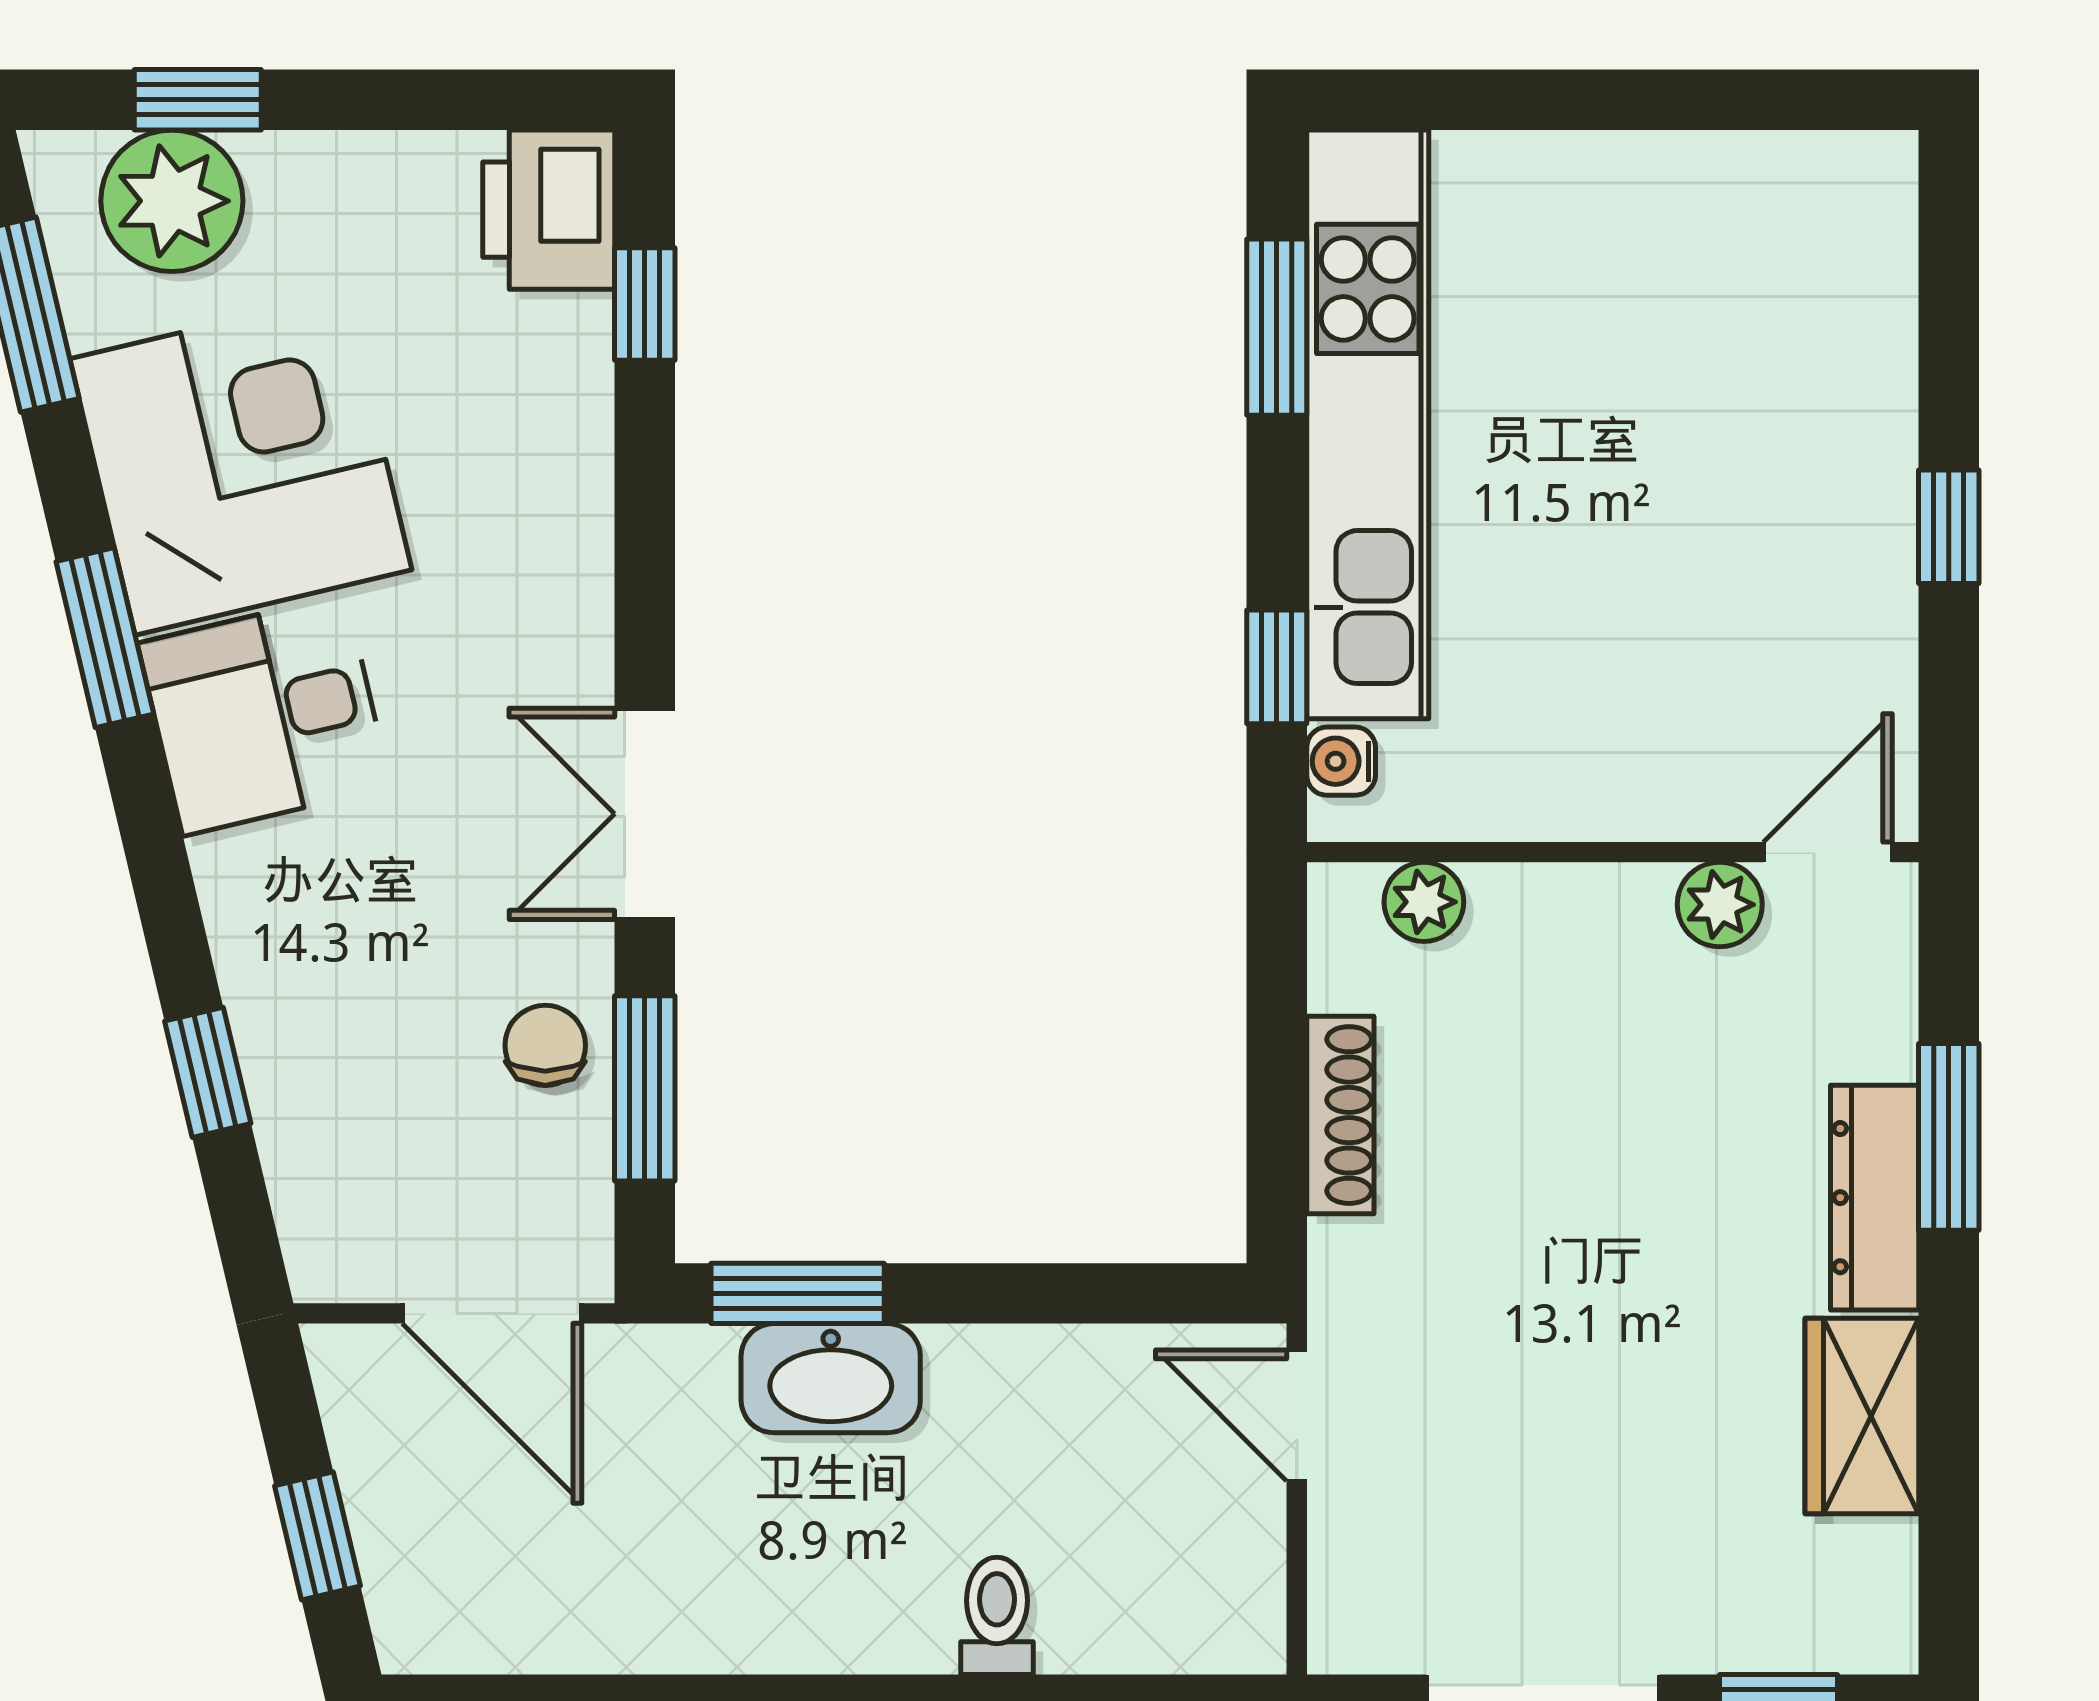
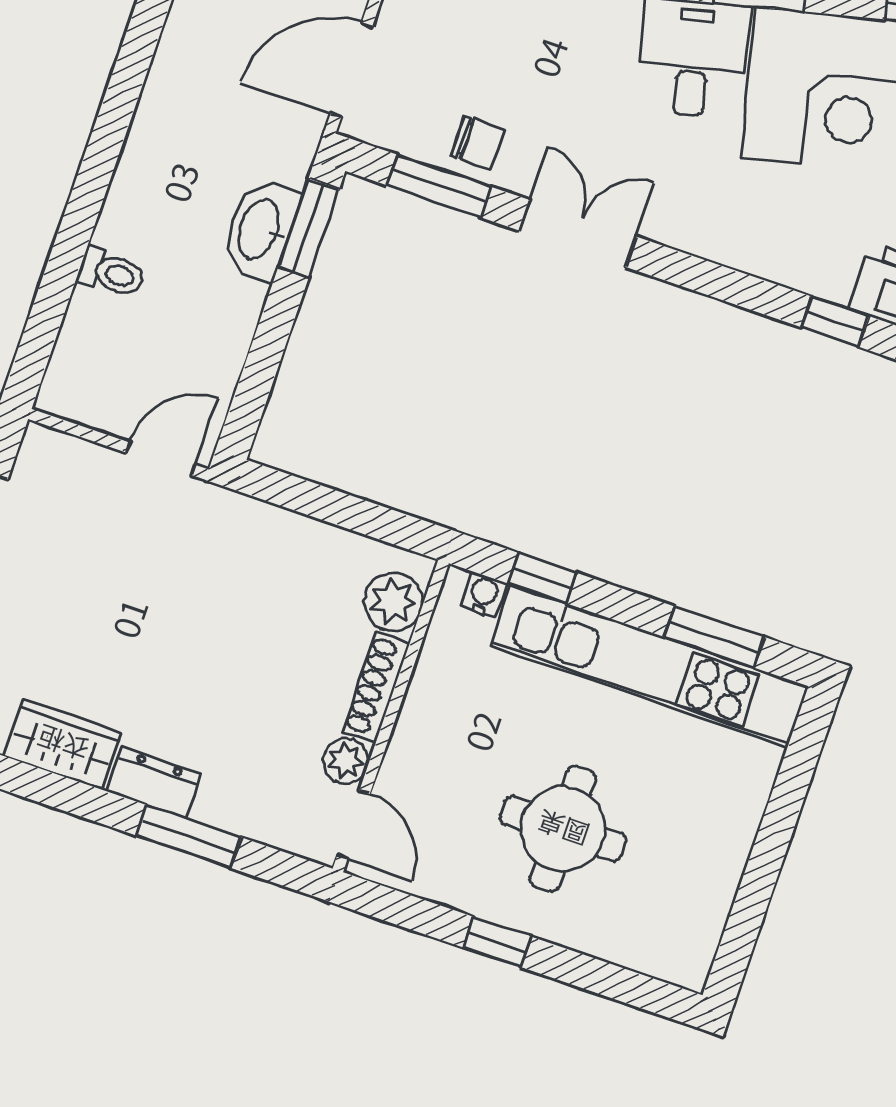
round table: (1708, 479) -> (563, 829), added
plant: (1424, 902) -> (393, 602), width x1.38, depth x1.38
shoe rack: (1340, 1115) -> (376, 687), moved, turned 90
dresser: (1875, 1198) -> (154, 782), width x0.70

